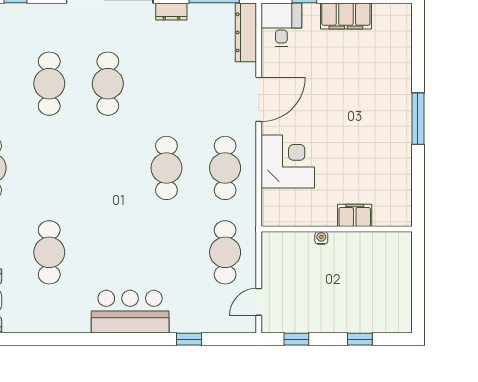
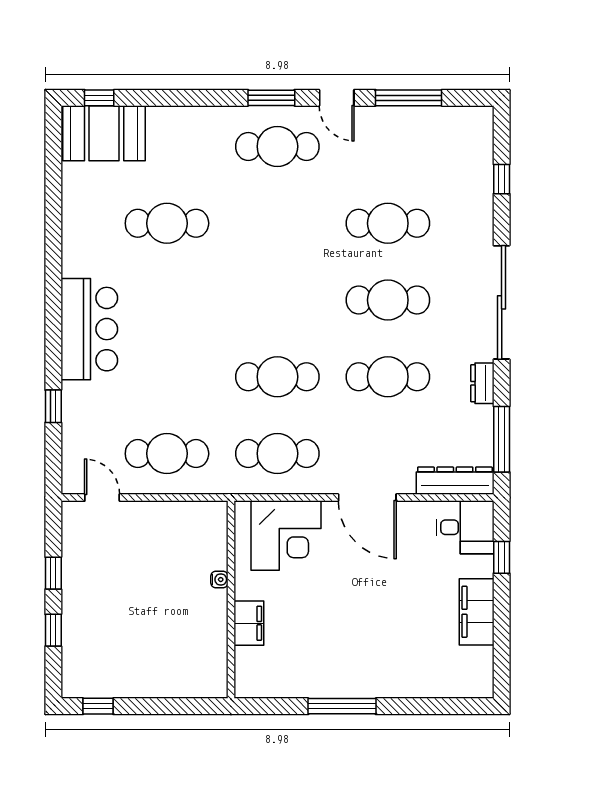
cafe table: (166, 84) -> (388, 377), added
filing cabinet: (355, 215) -> (249, 623), moved
wall: (337, 229) -> (231, 600), moved
water cooler: (321, 238) -> (219, 580), moved
window: (418, 305) -> (98, 706), added
window: (296, 339) -> (53, 573), moved

